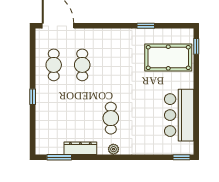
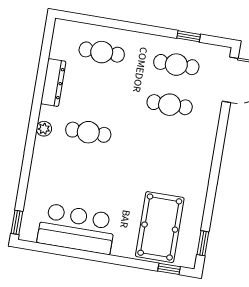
window: (146, 26) -> (203, 243), moved
window: (33, 97) -> (189, 36), moved
cafe table: (54, 118) -> (102, 52), added
window: (59, 157) -> (45, 51), removed

